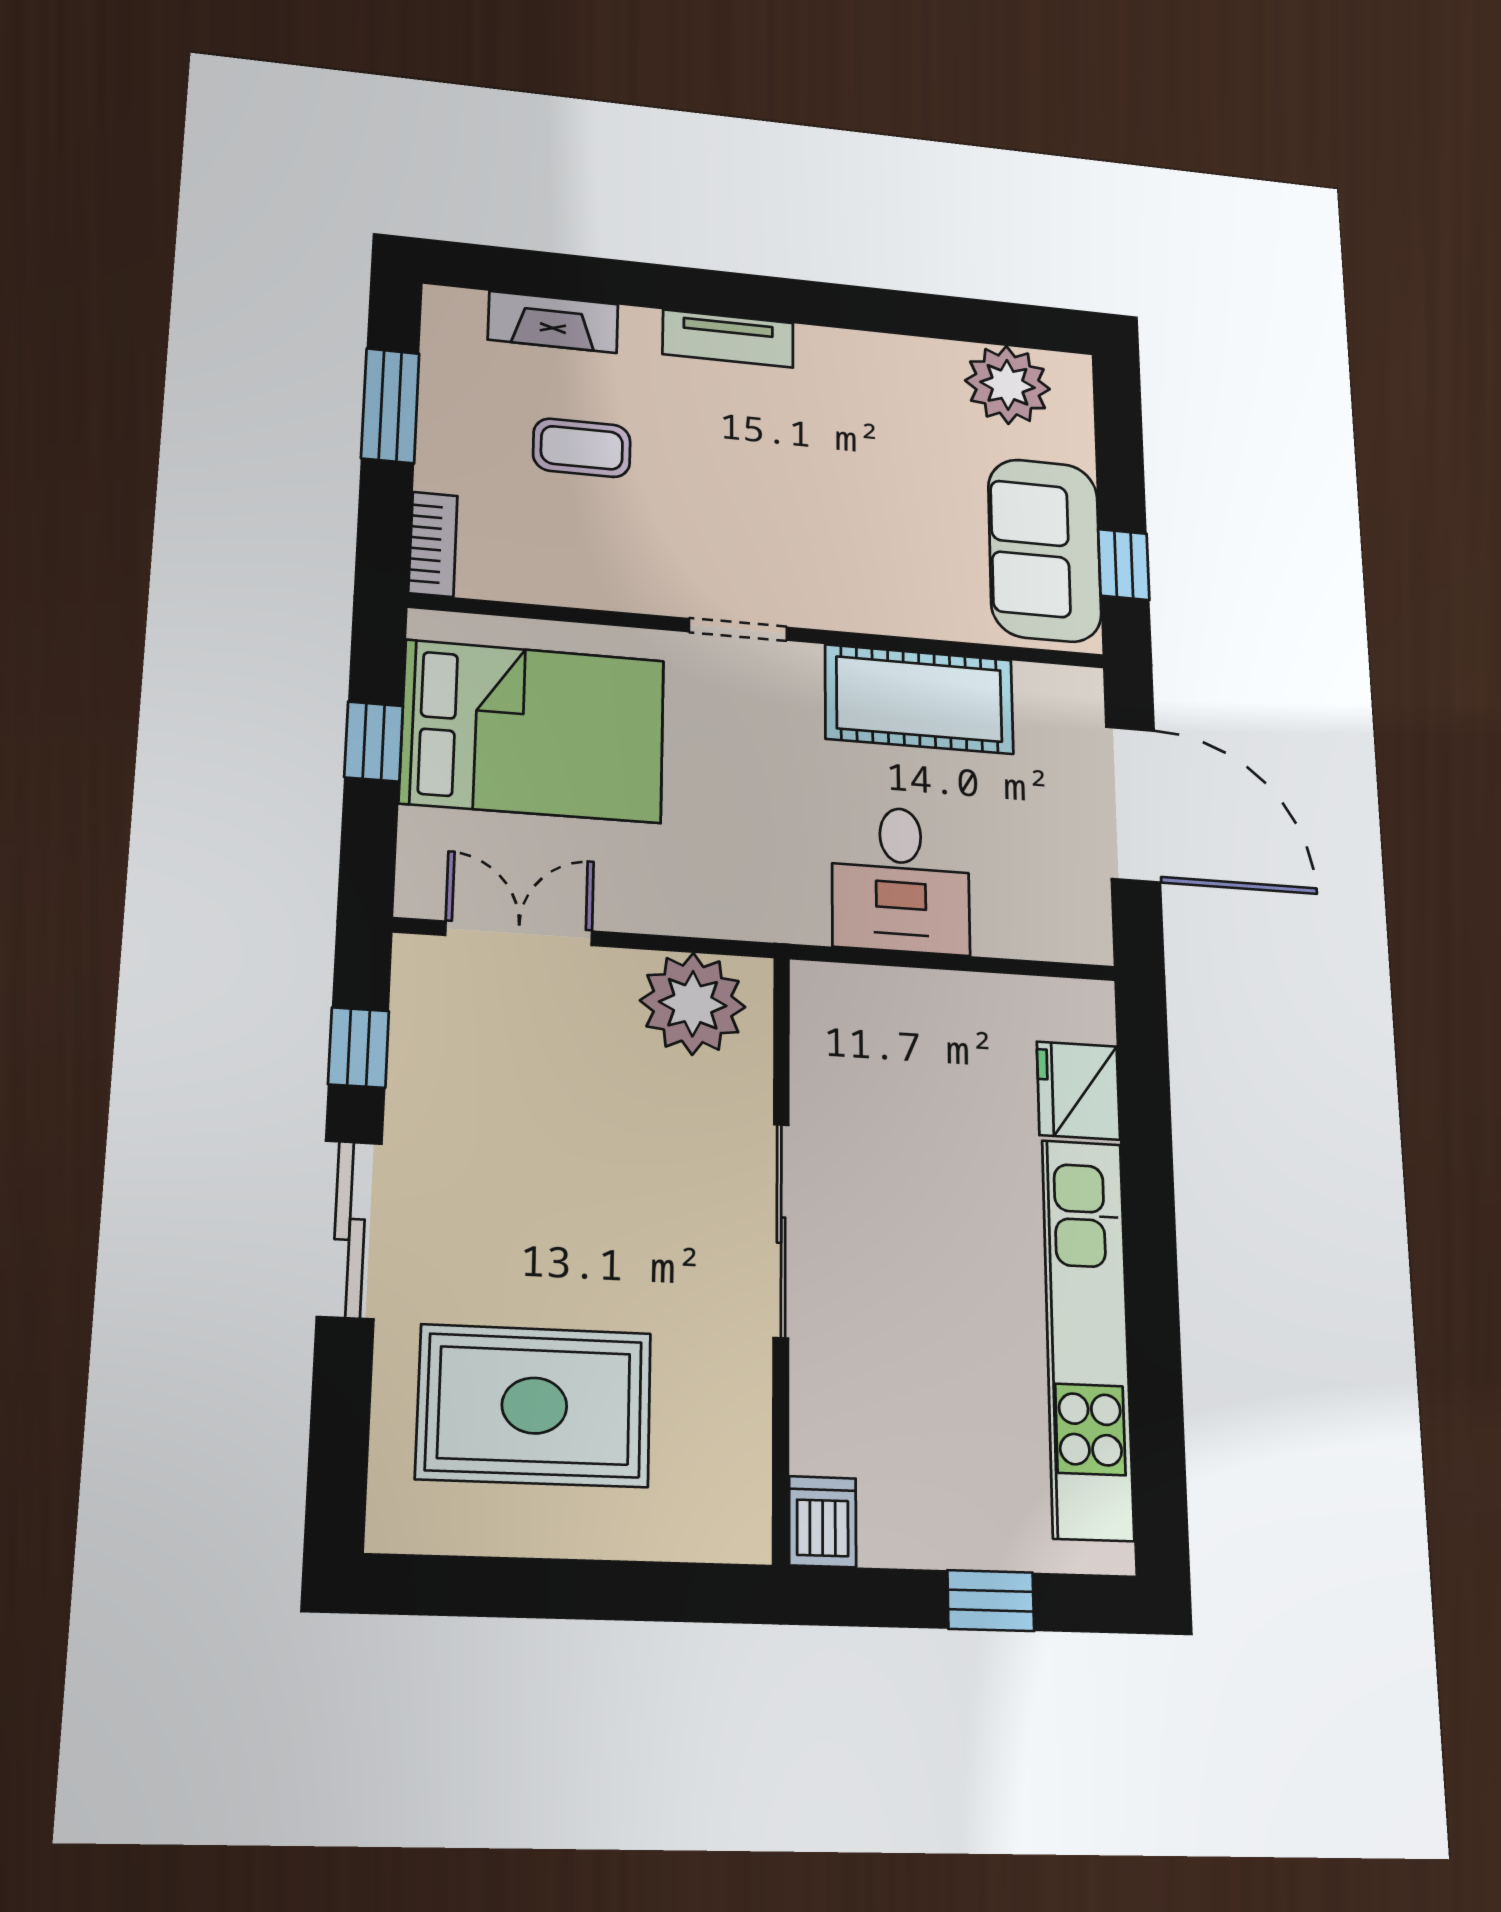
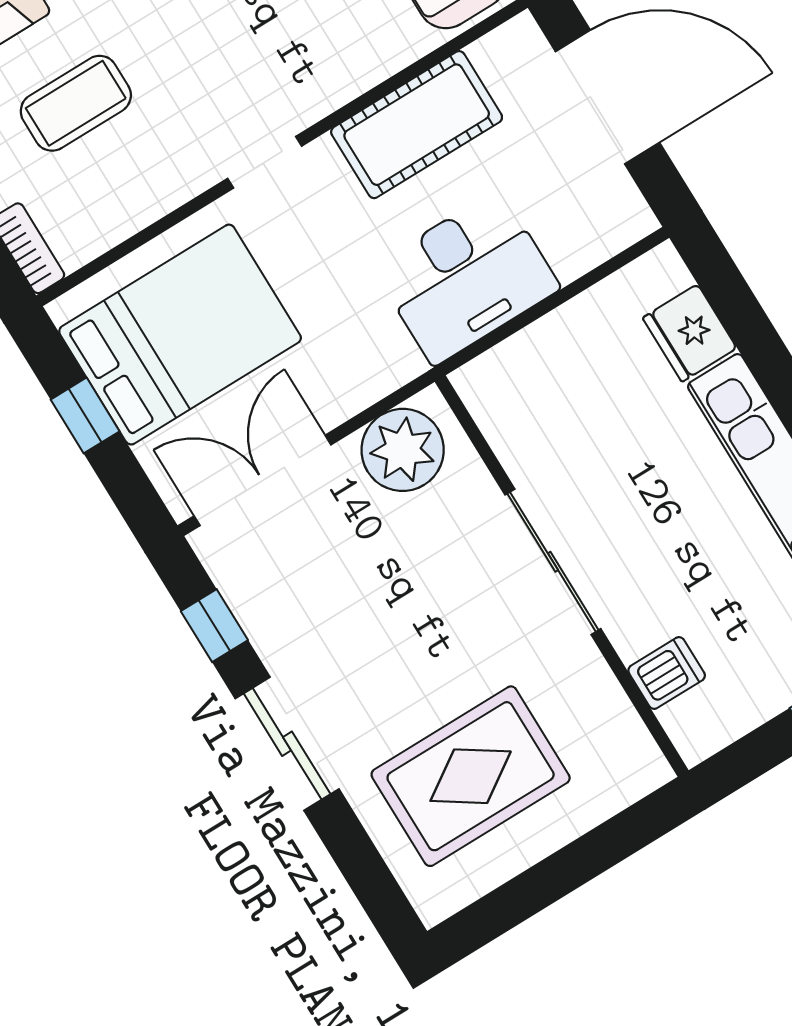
coffee table: (582, 448) -> (76, 103), width x1.36, depth x1.30
desk: (901, 880) -> (466, 277), width x1.37
double door: (519, 933) -> (263, 480), width x1.37
dishwasher: (823, 1522) -> (667, 673), moved, turned 90

